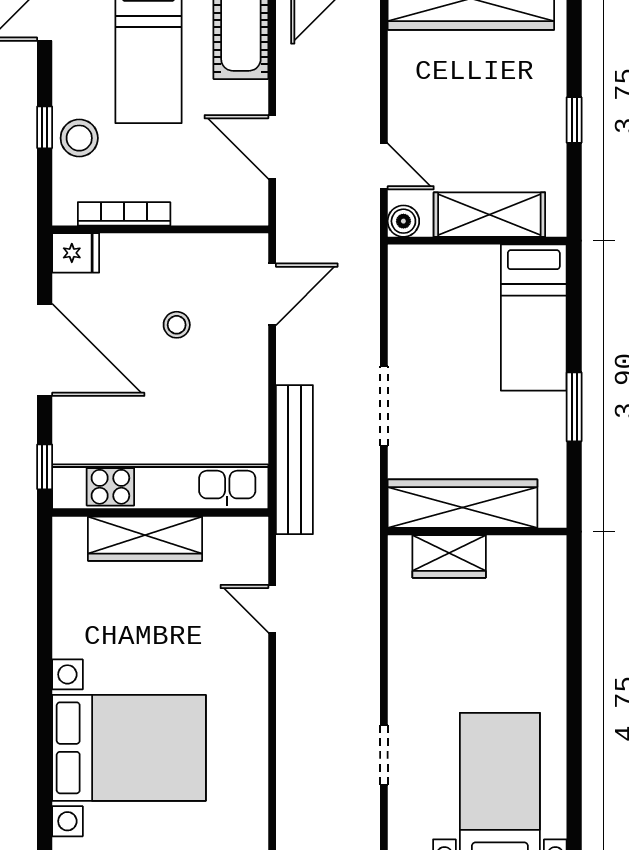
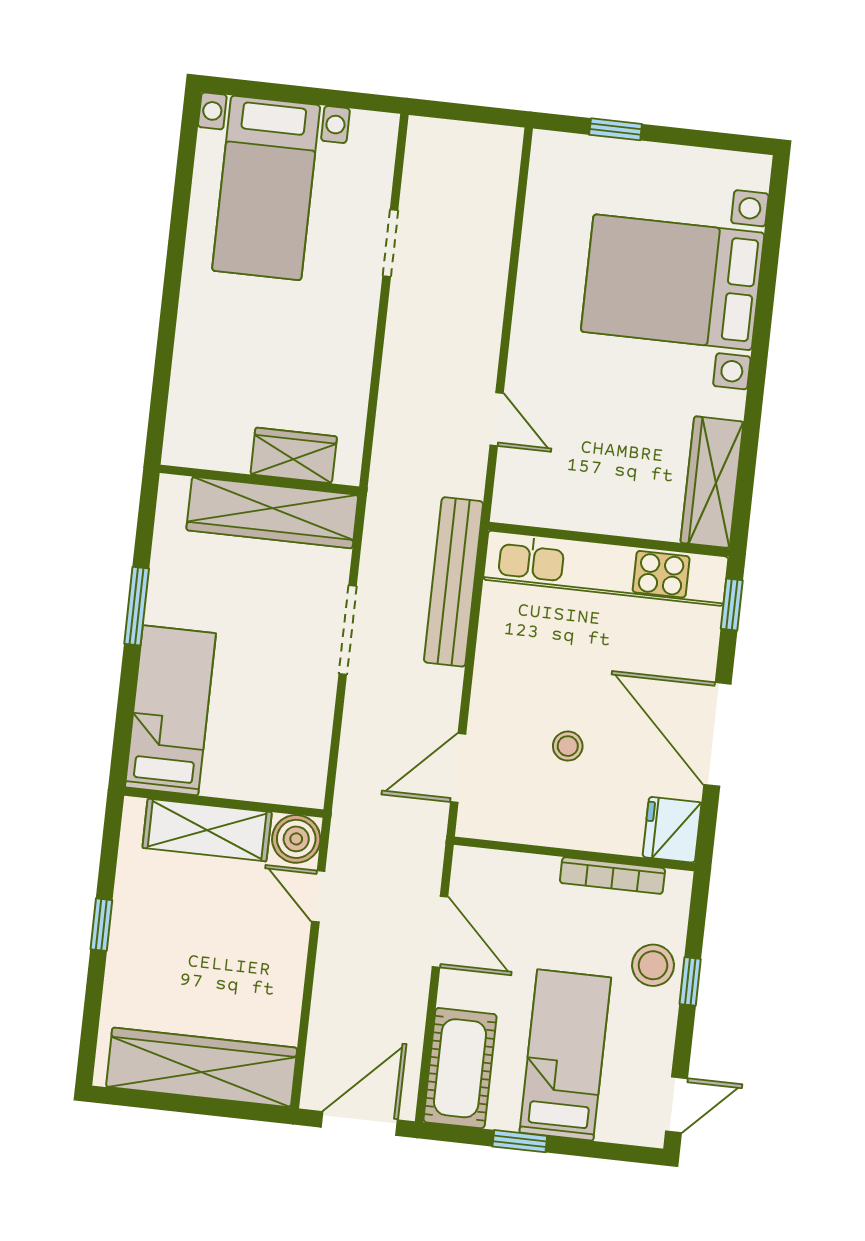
boiler: (403, 221) -> (296, 839), width x1.36, depth x1.36
fridge: (76, 253) -> (672, 830), width x1.38
wardrobe: (145, 539) -> (712, 482), moved, turned -90

